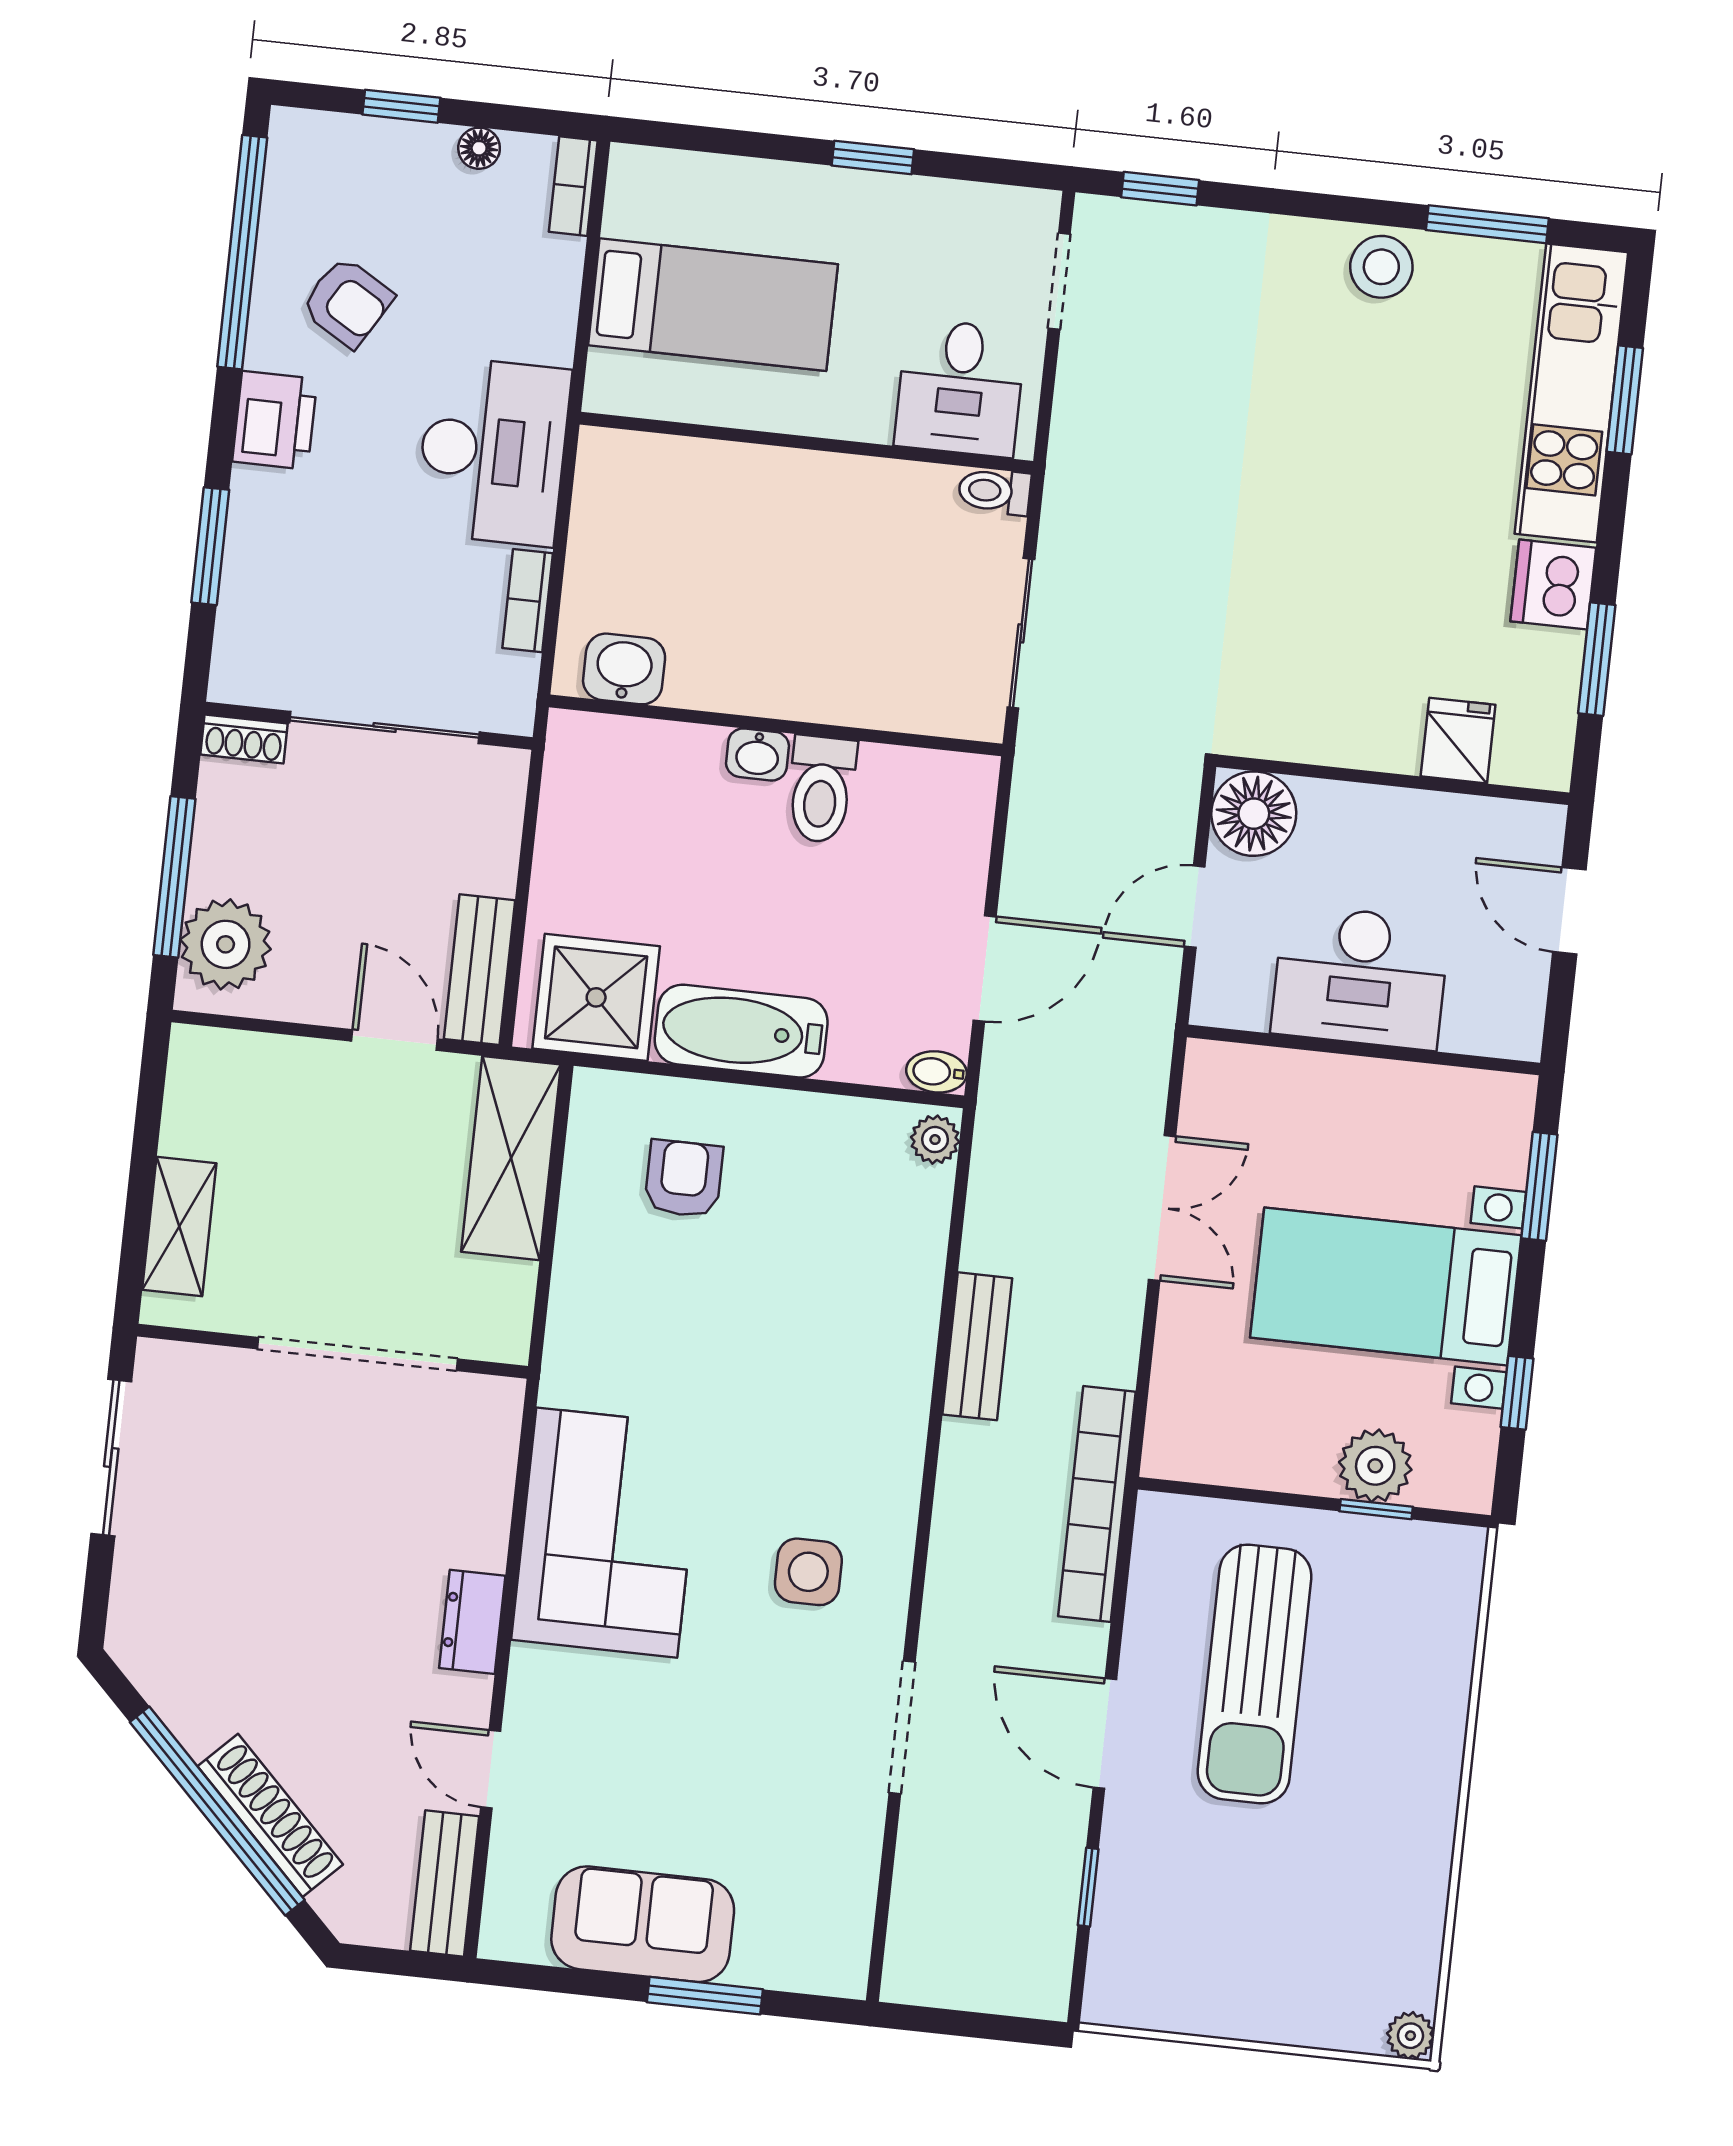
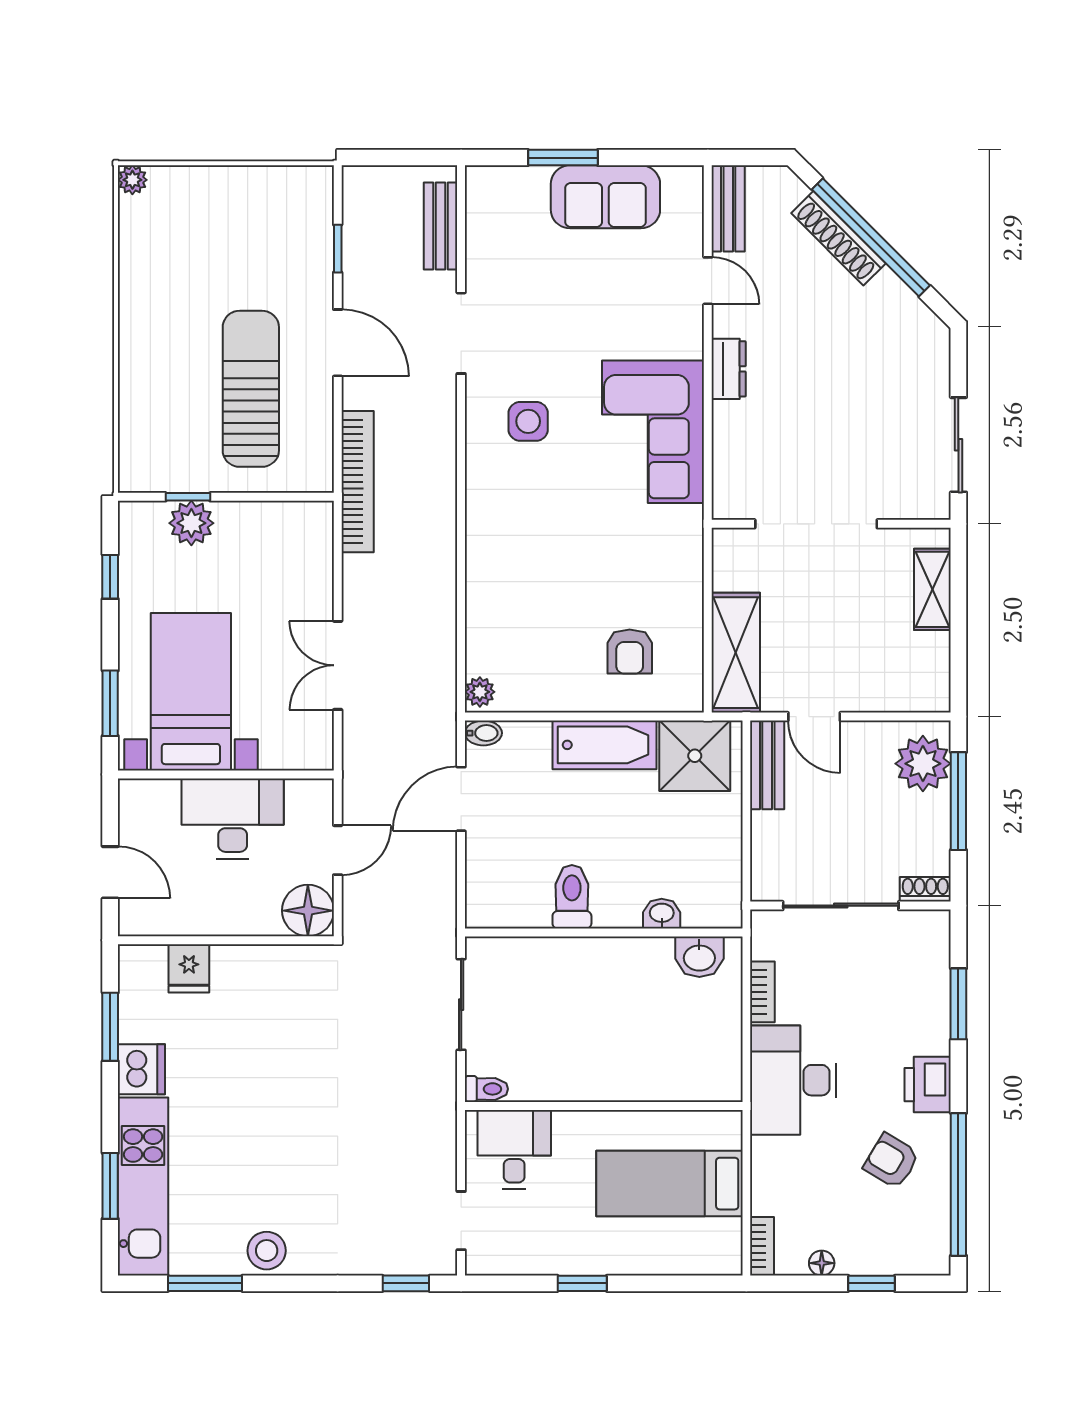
washbasin: (757, 754) -> (662, 914), moved
bed with nightstands: (1386, 1286) -> (191, 692), moved, turned -90
bench: (977, 1346) -> (441, 226), moved

